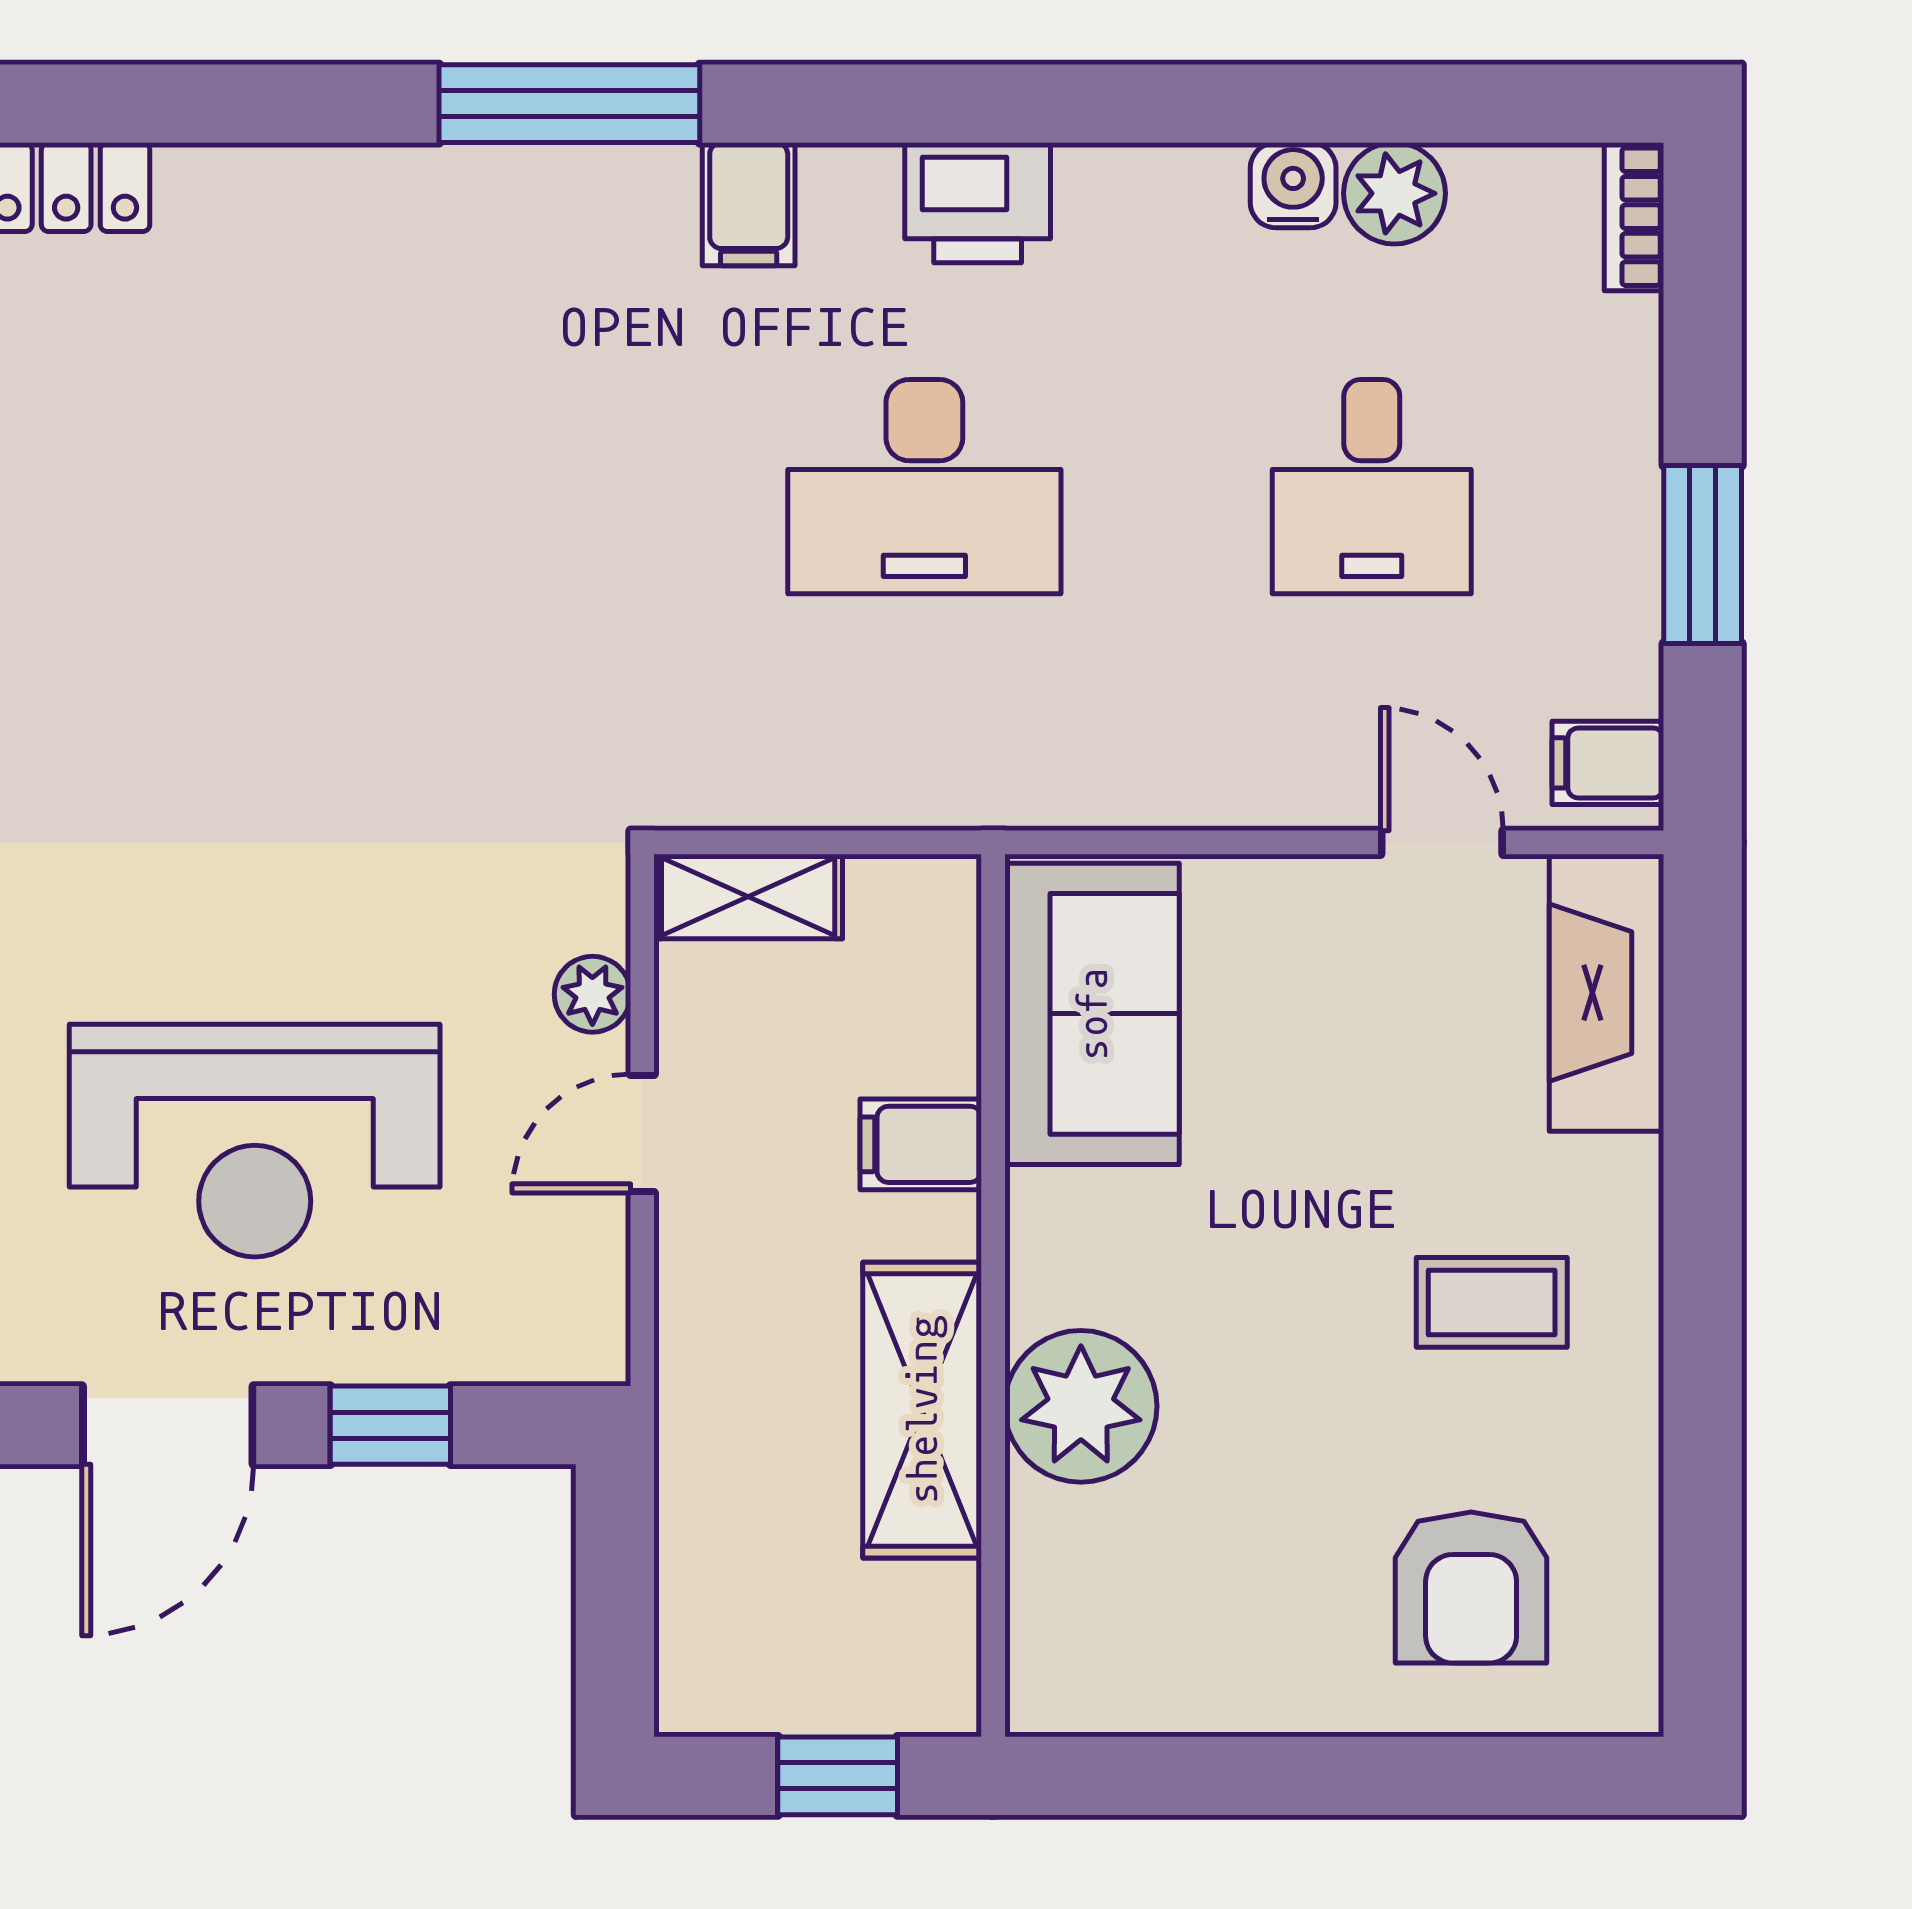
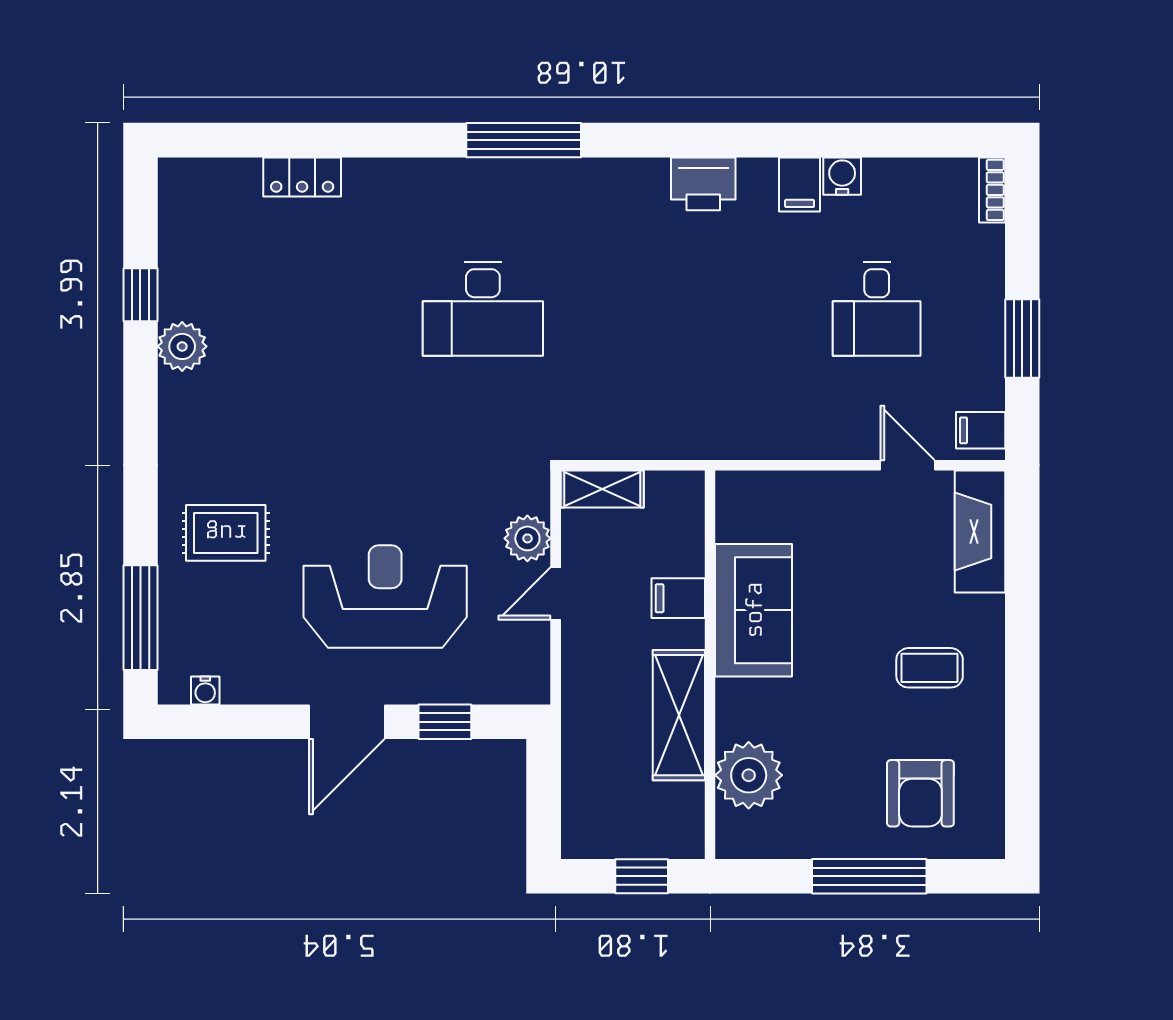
plant: (1394, 193) -> (887, 180), removed
filing cabinet: (749, 204) -> (800, 184), moved
desk: (924, 487) -> (483, 309), moved
plant: (592, 994) -> (527, 538), width x1.38, depth x1.38
sofa: (1092, 1014) -> (754, 610), moved
reception desk: (255, 1141) -> (385, 597), turned 180
plant: (1081, 1406) -> (749, 775), moved
window: (1355, 1776) -> (869, 876), added

